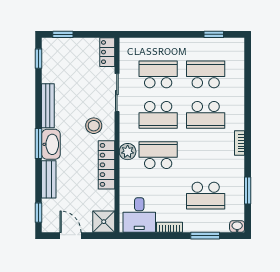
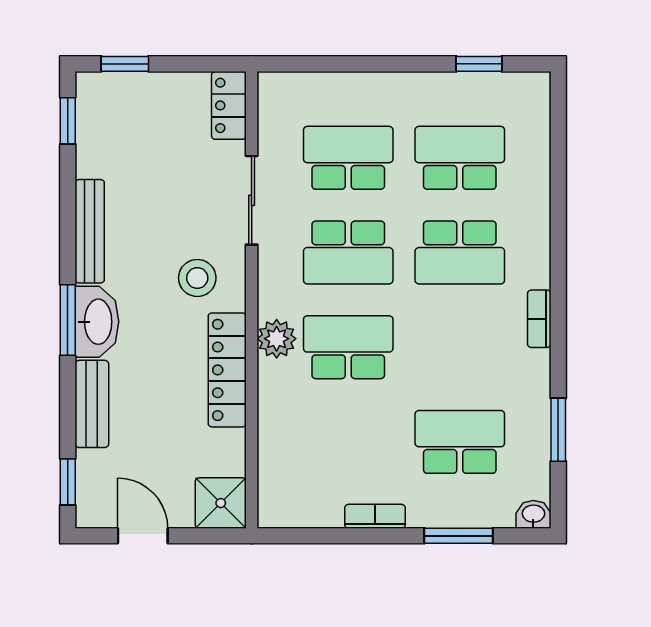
school desk: (206, 196) -> (460, 442), turned 180
desk: (139, 215) -> (304, 488), removed

